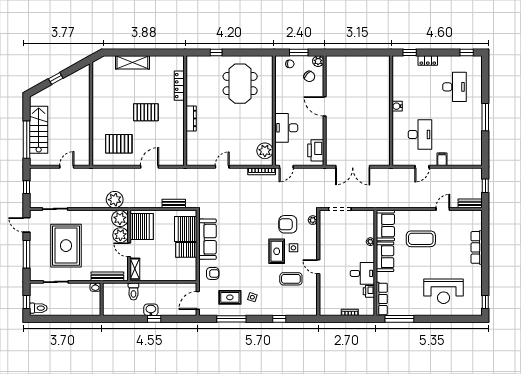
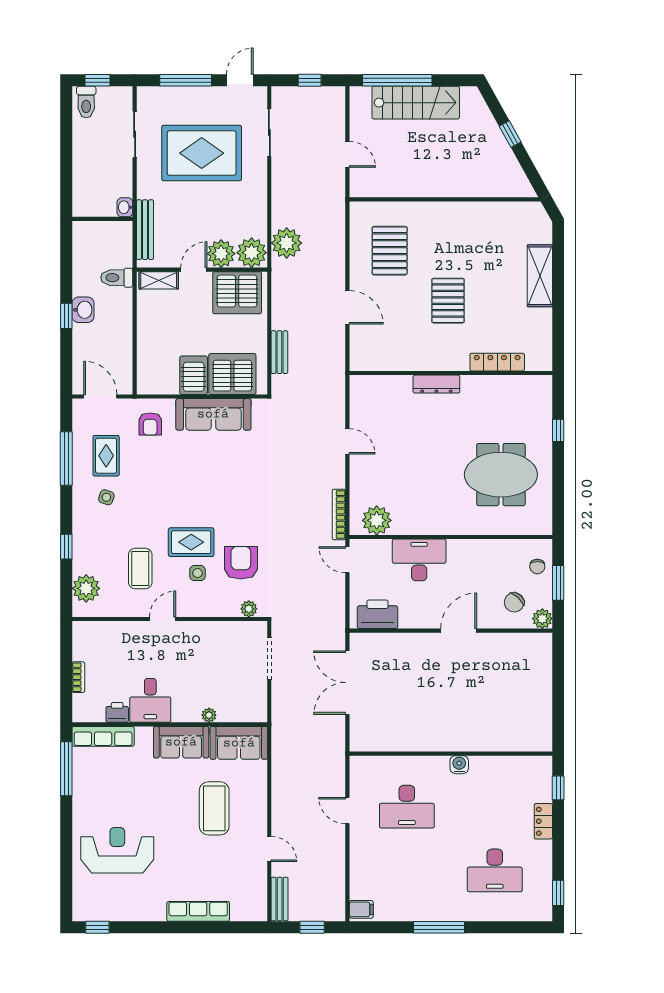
filing cabinet: (442, 159) -> (361, 909), moved
reception desk: (444, 291) -> (117, 850), turned 90
plant: (302, 308) -> (86, 588), added

